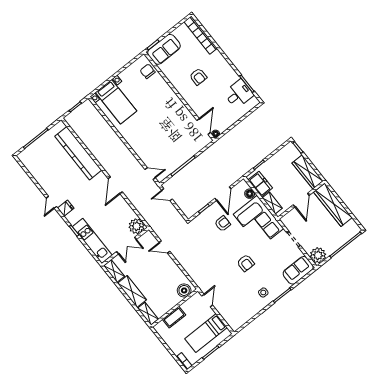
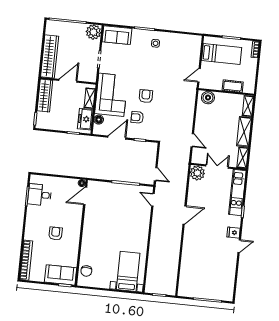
kitchen counter: (78, 153) -> (188, 262), removed
armchair: (246, 263) -> (146, 96), moved

